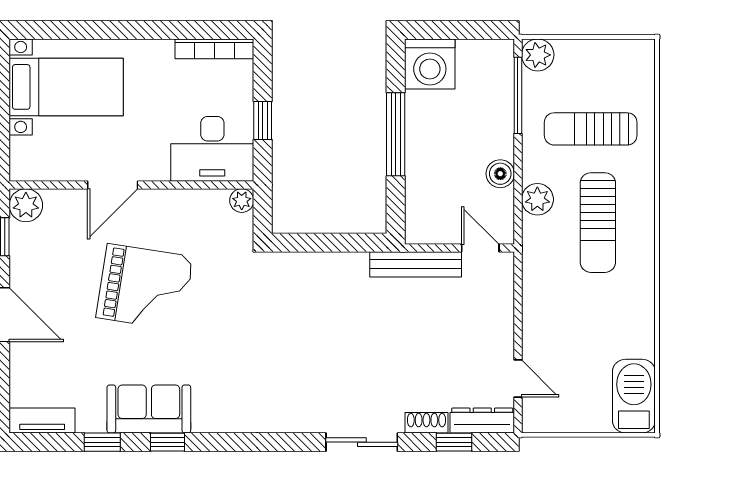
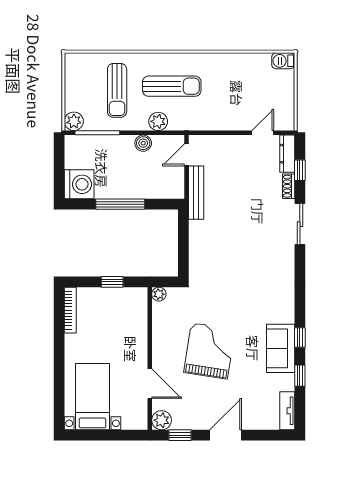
desk: (212, 149) -> (129, 311), removed
door: (113, 185) -> (150, 384), moved
barbecue: (634, 396) -> (283, 61), width x0.53, depth x0.65

